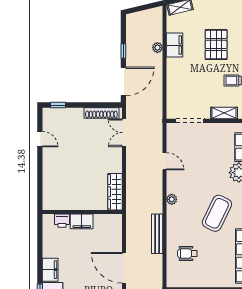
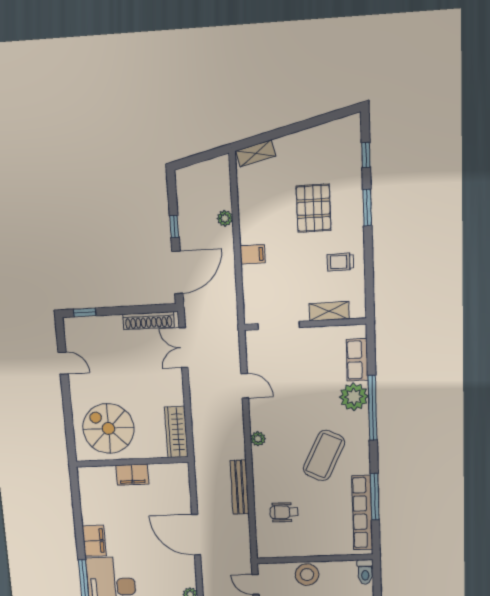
filing cabinet: (175, 45) -> (253, 254), moved, width x0.50
spiral stairs: (68, 187) -> (108, 429), added
printer: (62, 221) -> (105, 475), removed

